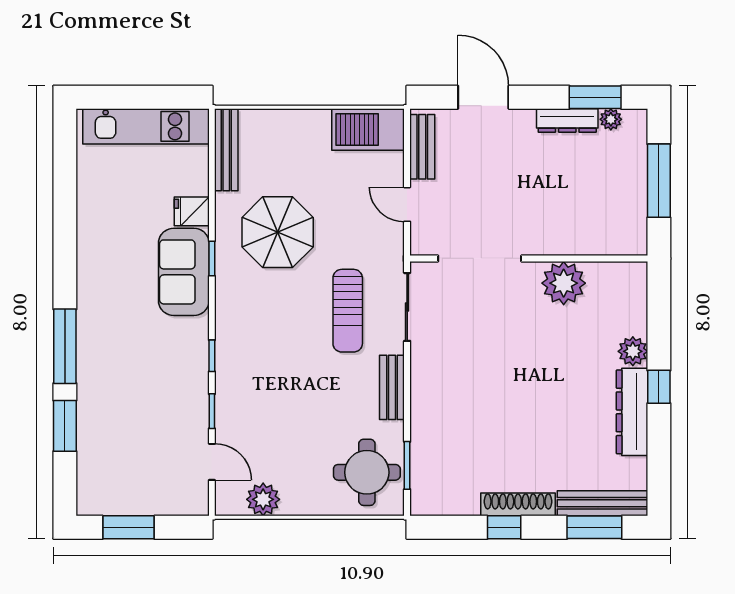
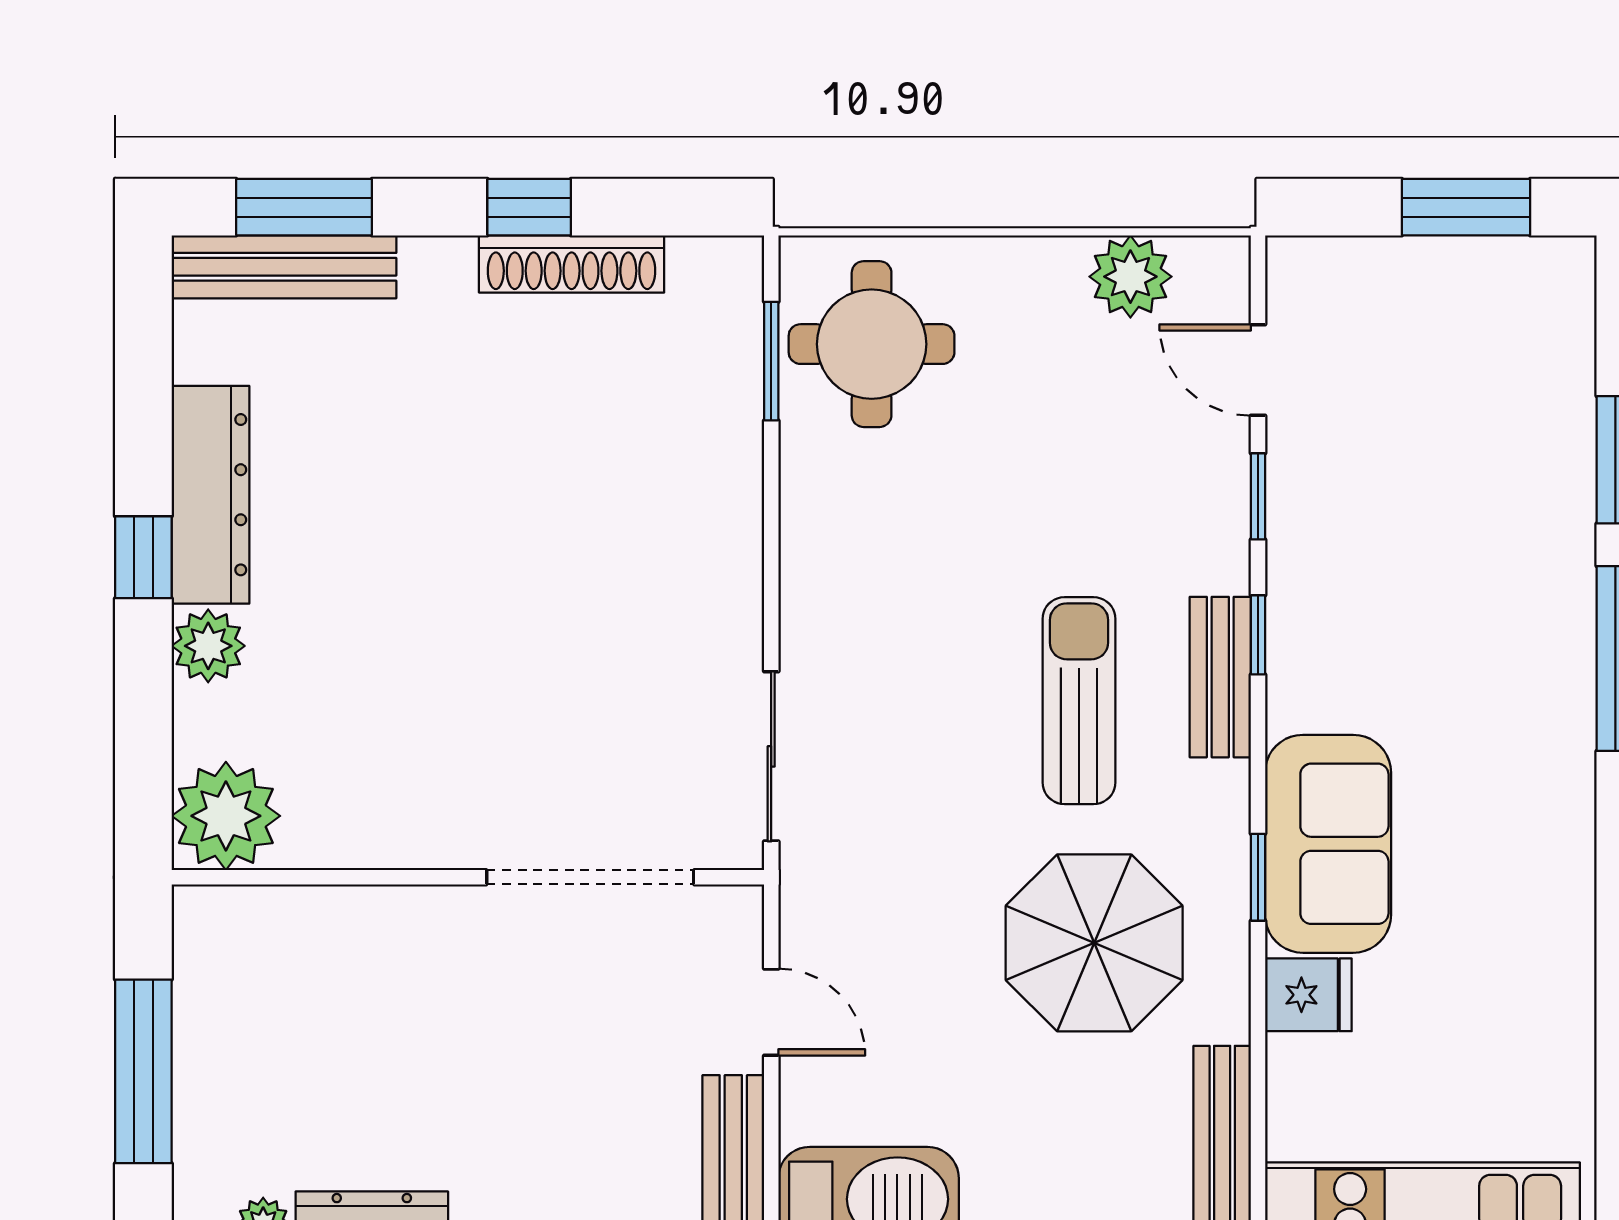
plant: (564, 283) -> (226, 816), moved
sun lounger: (348, 311) -> (1079, 701), moved
bench: (392, 387) -> (1220, 677), moved
shoe rack: (518, 504) -> (572, 264), moved

